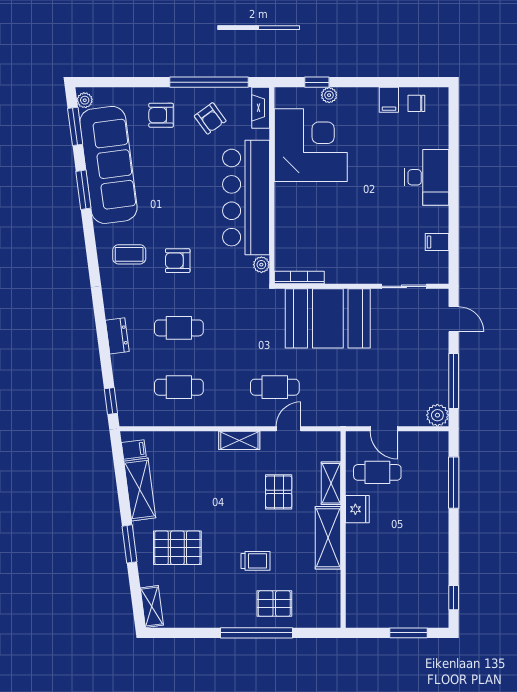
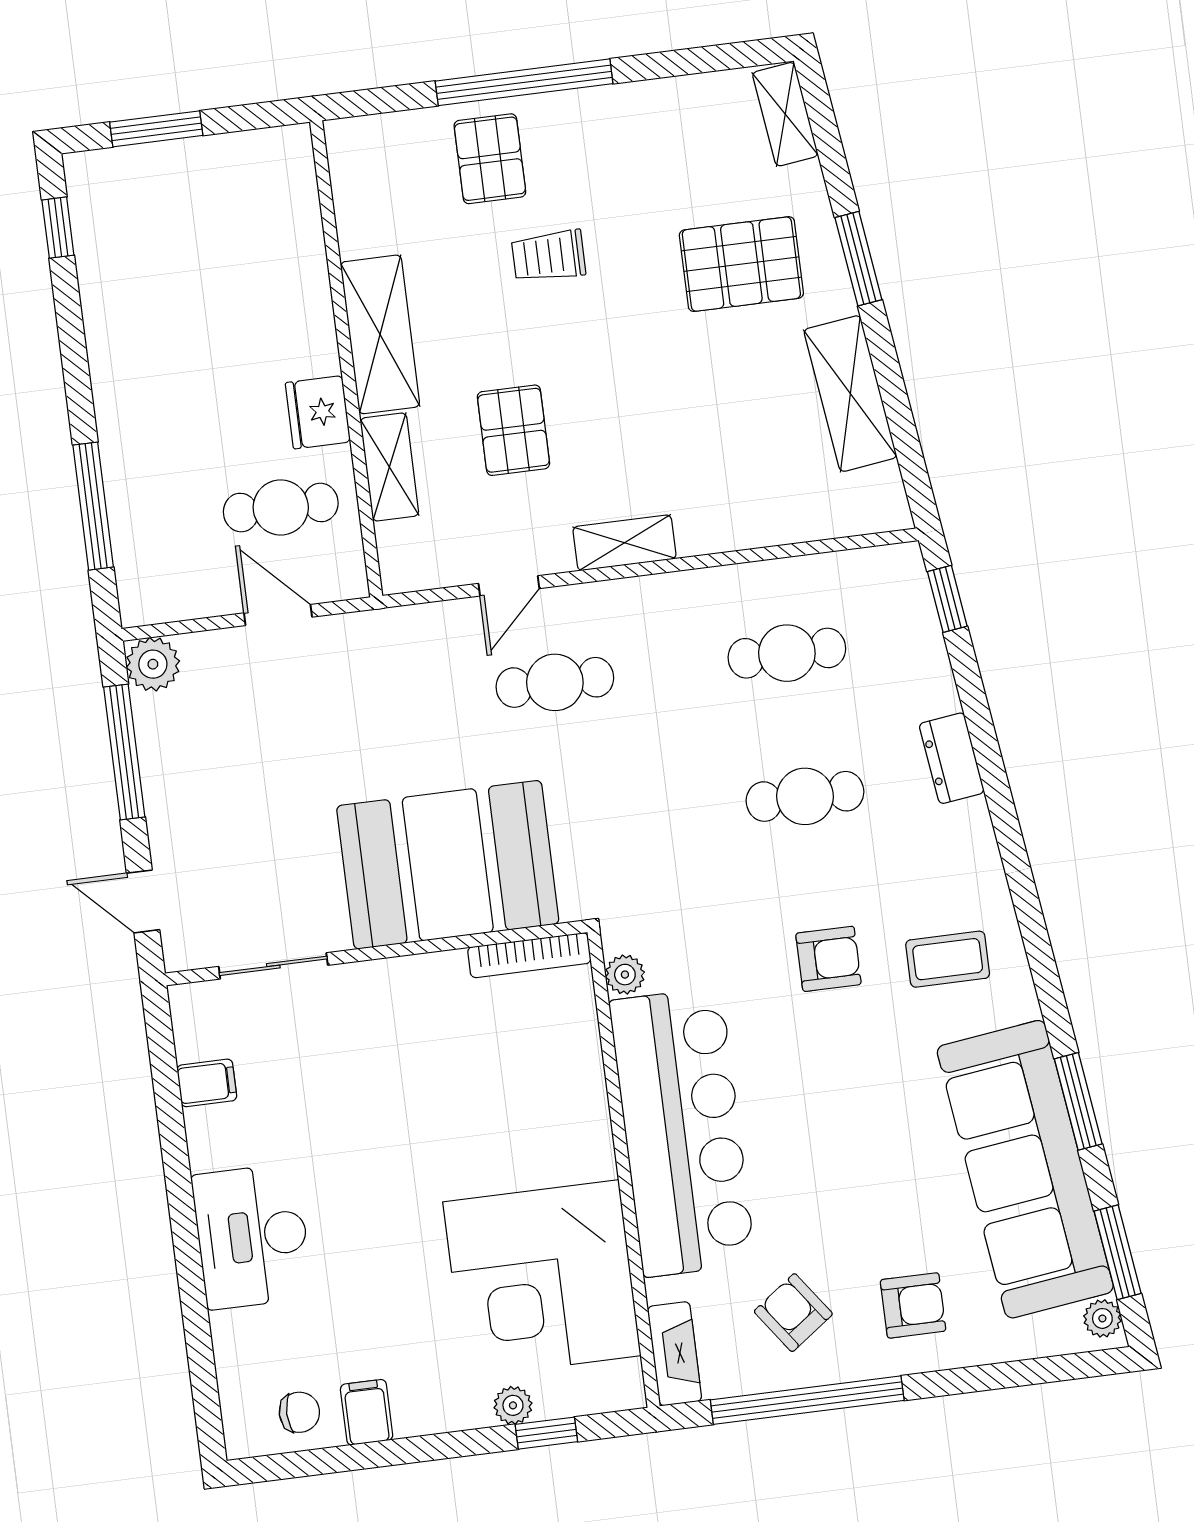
filing cabinet: (134, 449) -> (877, 488), removed
pallet: (274, 604) -> (490, 159), turned 90

